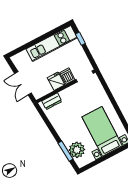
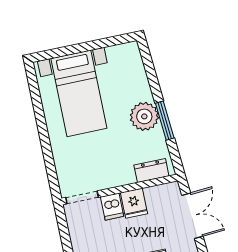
plant: (77, 150) -> (144, 116), moved
window: (66, 151) -> (165, 121), moved

